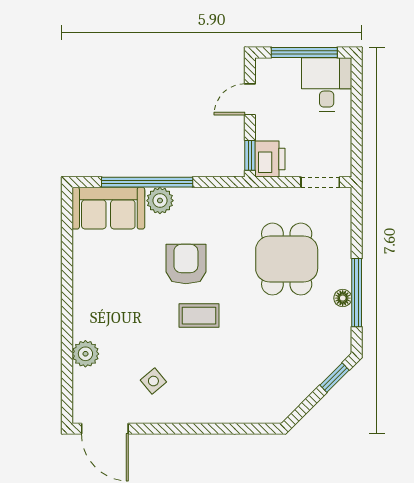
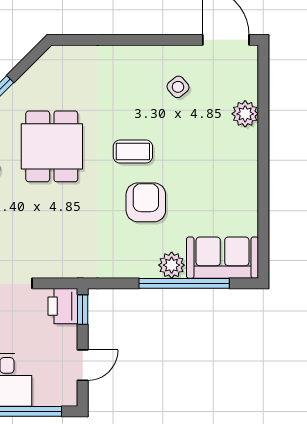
dining table: (287, 259) -> (52, 146), moved
armchair: (186, 264) -> (146, 202), turned 180

